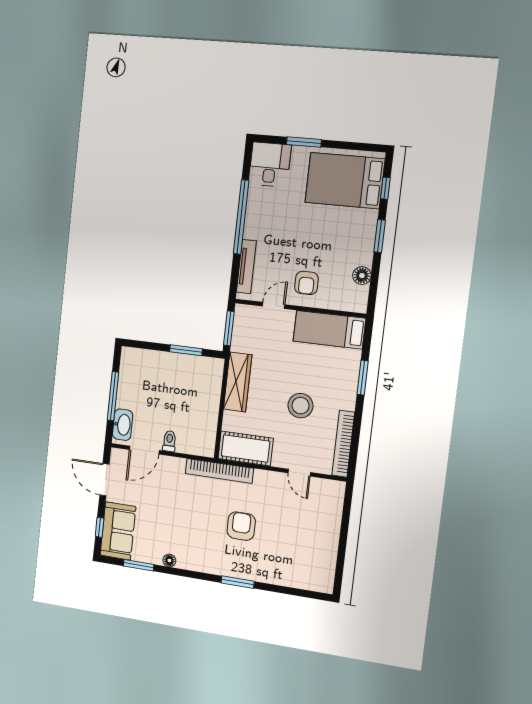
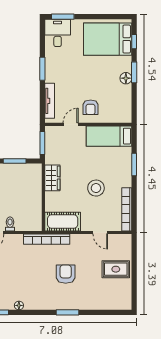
window: (304, 142) -> (63, 17), moved
window: (241, 217) -> (42, 69), width x0.47
floor lamp: (362, 276) -> (126, 78), moved
wardrobe: (238, 382) -> (52, 178), width x0.67
rug: (316, 531) -> (116, 269), added

